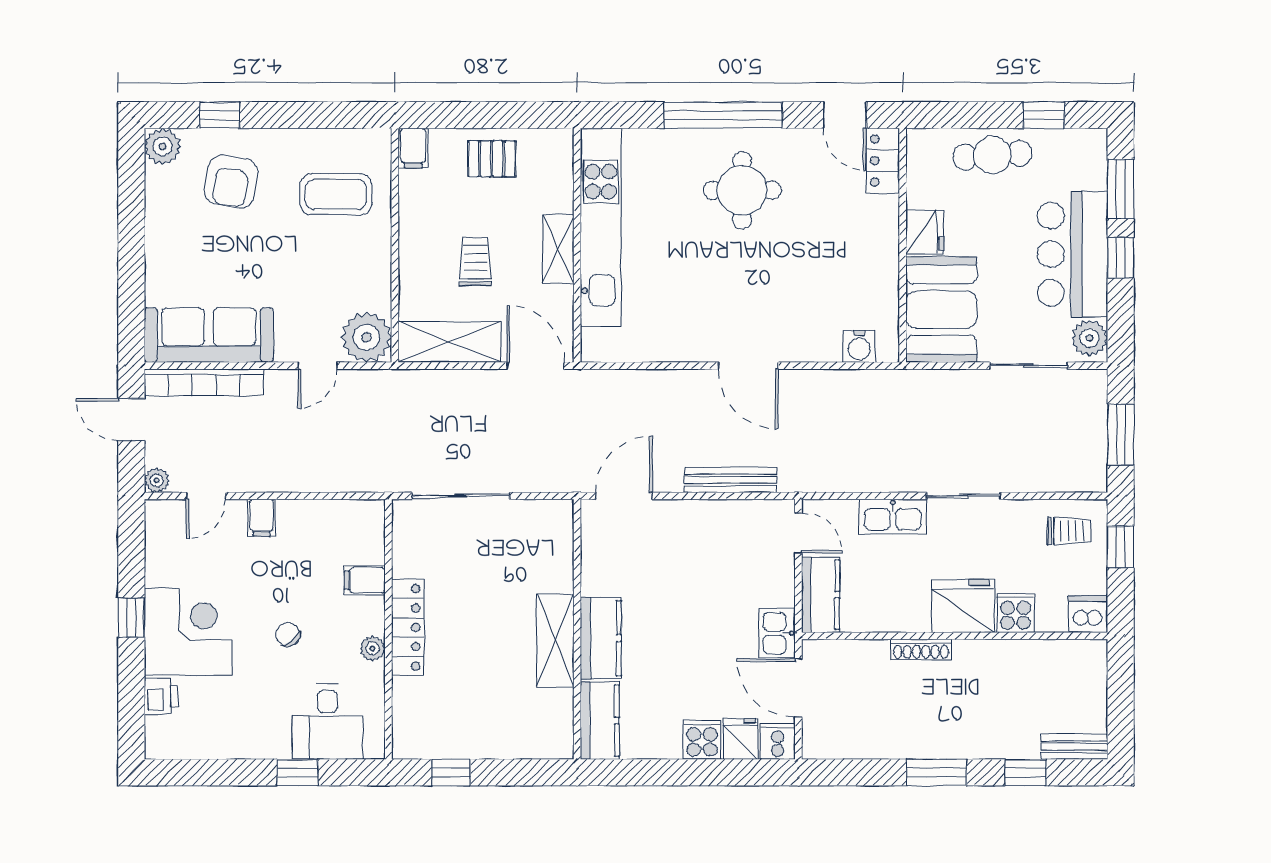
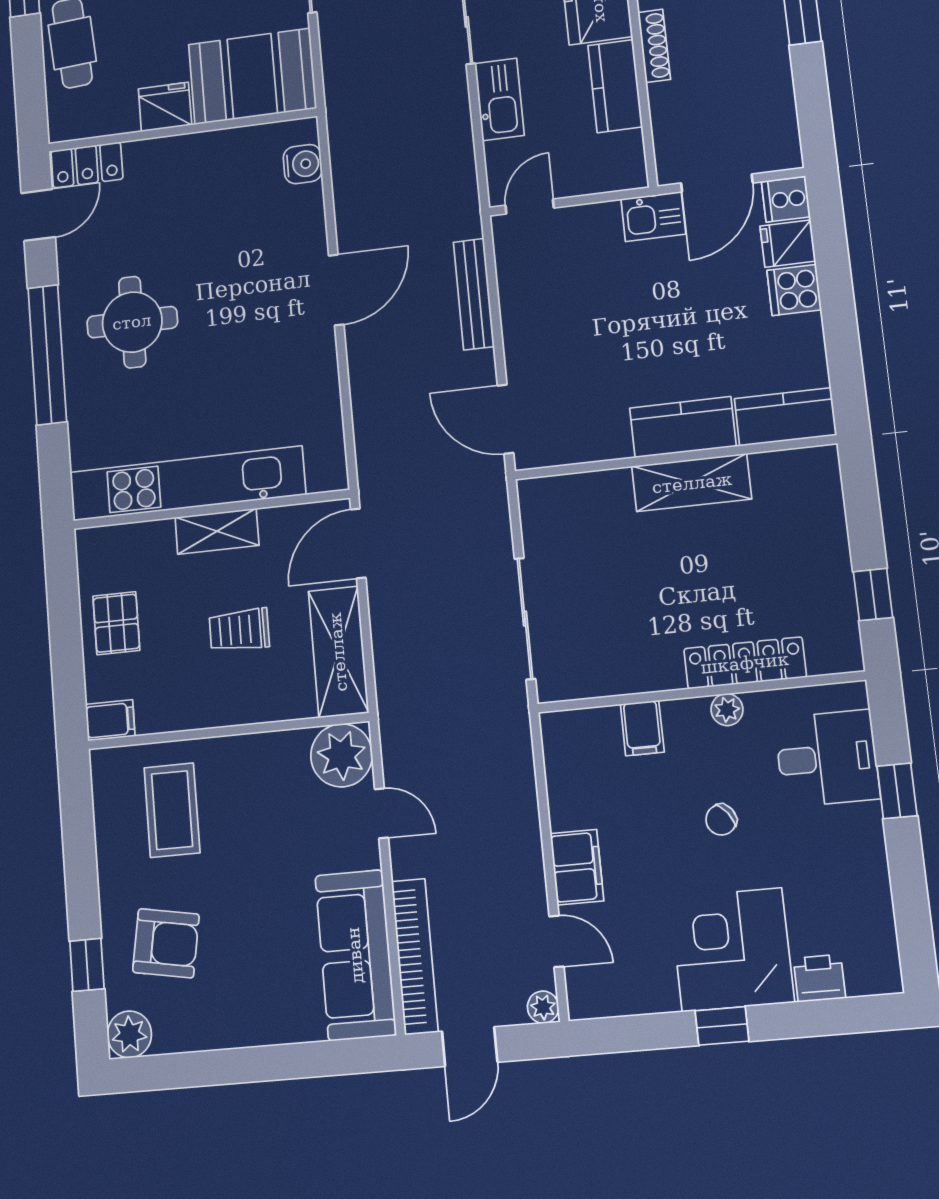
filing cabinet: (261, 518) -> (577, 867), width x2.00
kitchen counter: (821, 595) -> (615, 86), moved, turned -90
locker: (408, 627) -> (745, 663), moved

